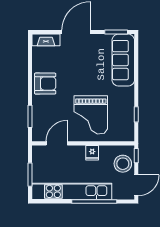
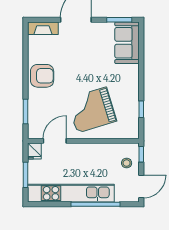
sofa: (123, 60) -> (127, 43), width x0.73
grand piano: (91, 115) -> (92, 110), turned 73
fridge: (92, 153) -> (34, 151), moved
stool: (123, 164) -> (127, 163), width x0.53, depth x0.53

